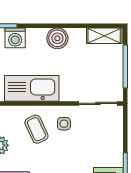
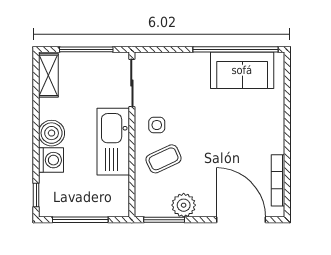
washing machine: (15, 38) -> (51, 160), moved
kitchen sink: (32, 88) -> (113, 142), moved

